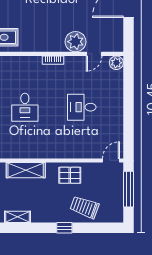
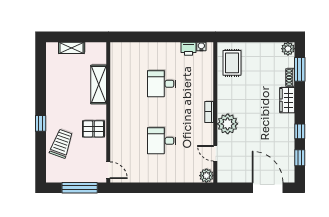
plant: (75, 42) -> (228, 124), moved
desk: (82, 107) -> (162, 141), turned -90
pallet: (70, 175) -> (93, 129), turned 90
shelving: (17, 217) -> (52, 76), removed

